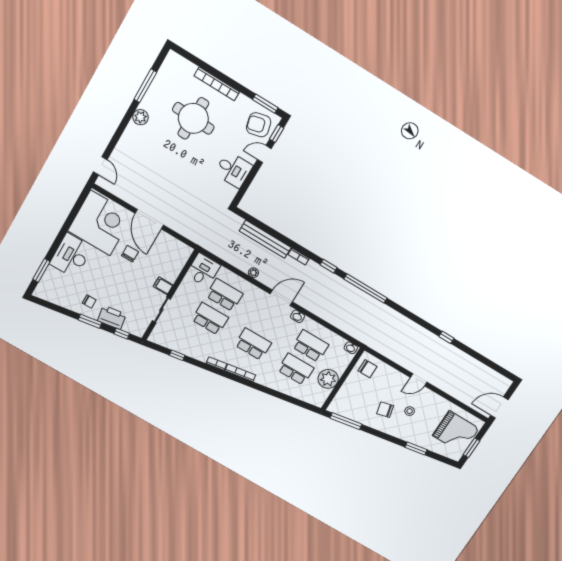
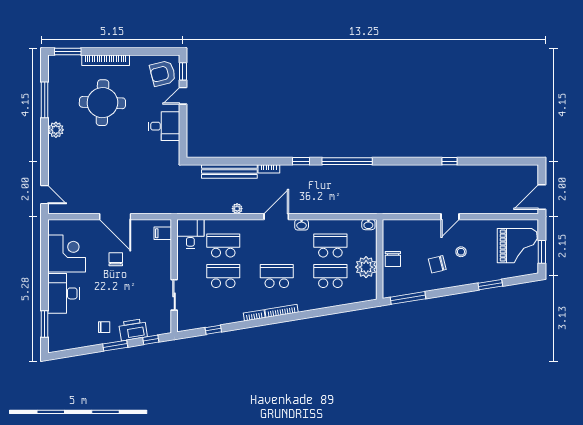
window: (265, 104) -> (68, 52), moved
corner desk: (100, 223) -> (67, 254), width x0.74, depth x0.74
filing cabinet: (163, 286) -> (163, 233), moved
chair: (368, 369) -> (393, 259), moved, turned 90

